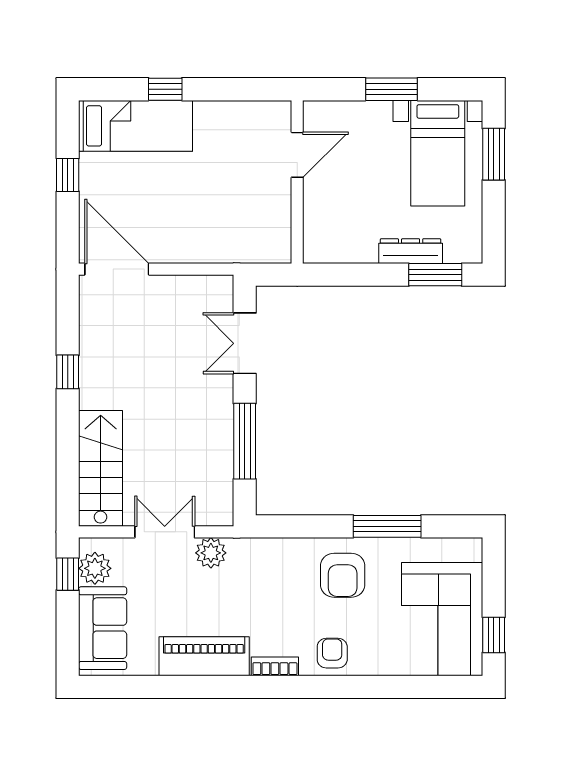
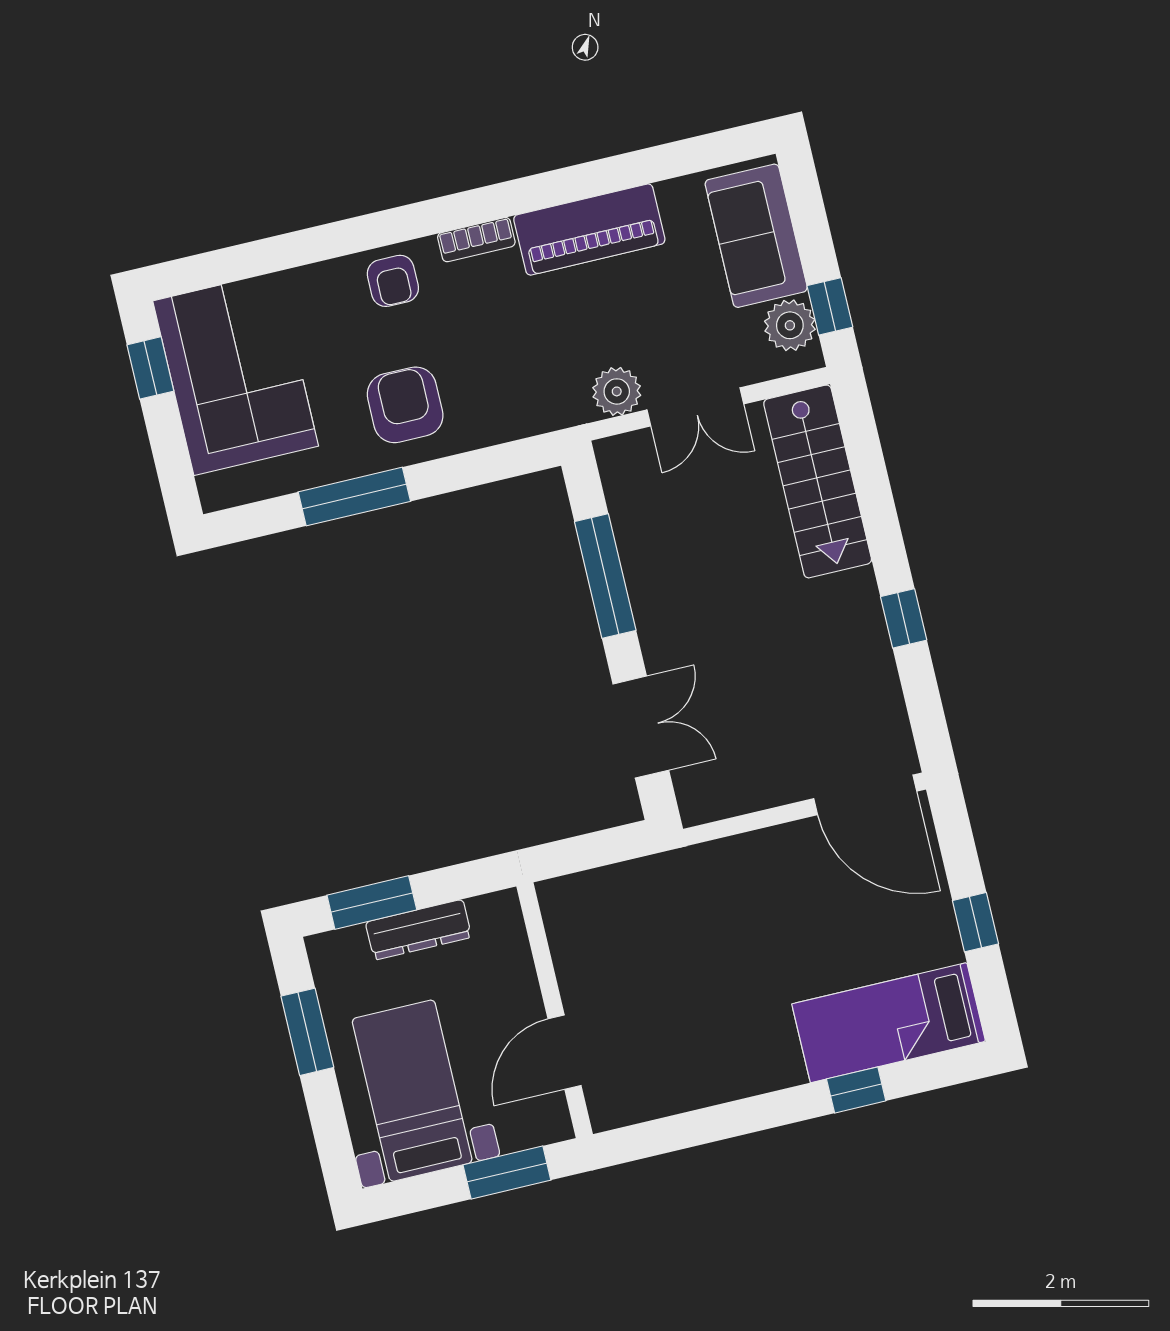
window: (494, 154) -> (307, 1032), moved
door: (297, 155) -> (565, 1052), moved
wall: (297, 182) -> (555, 1010), moved

